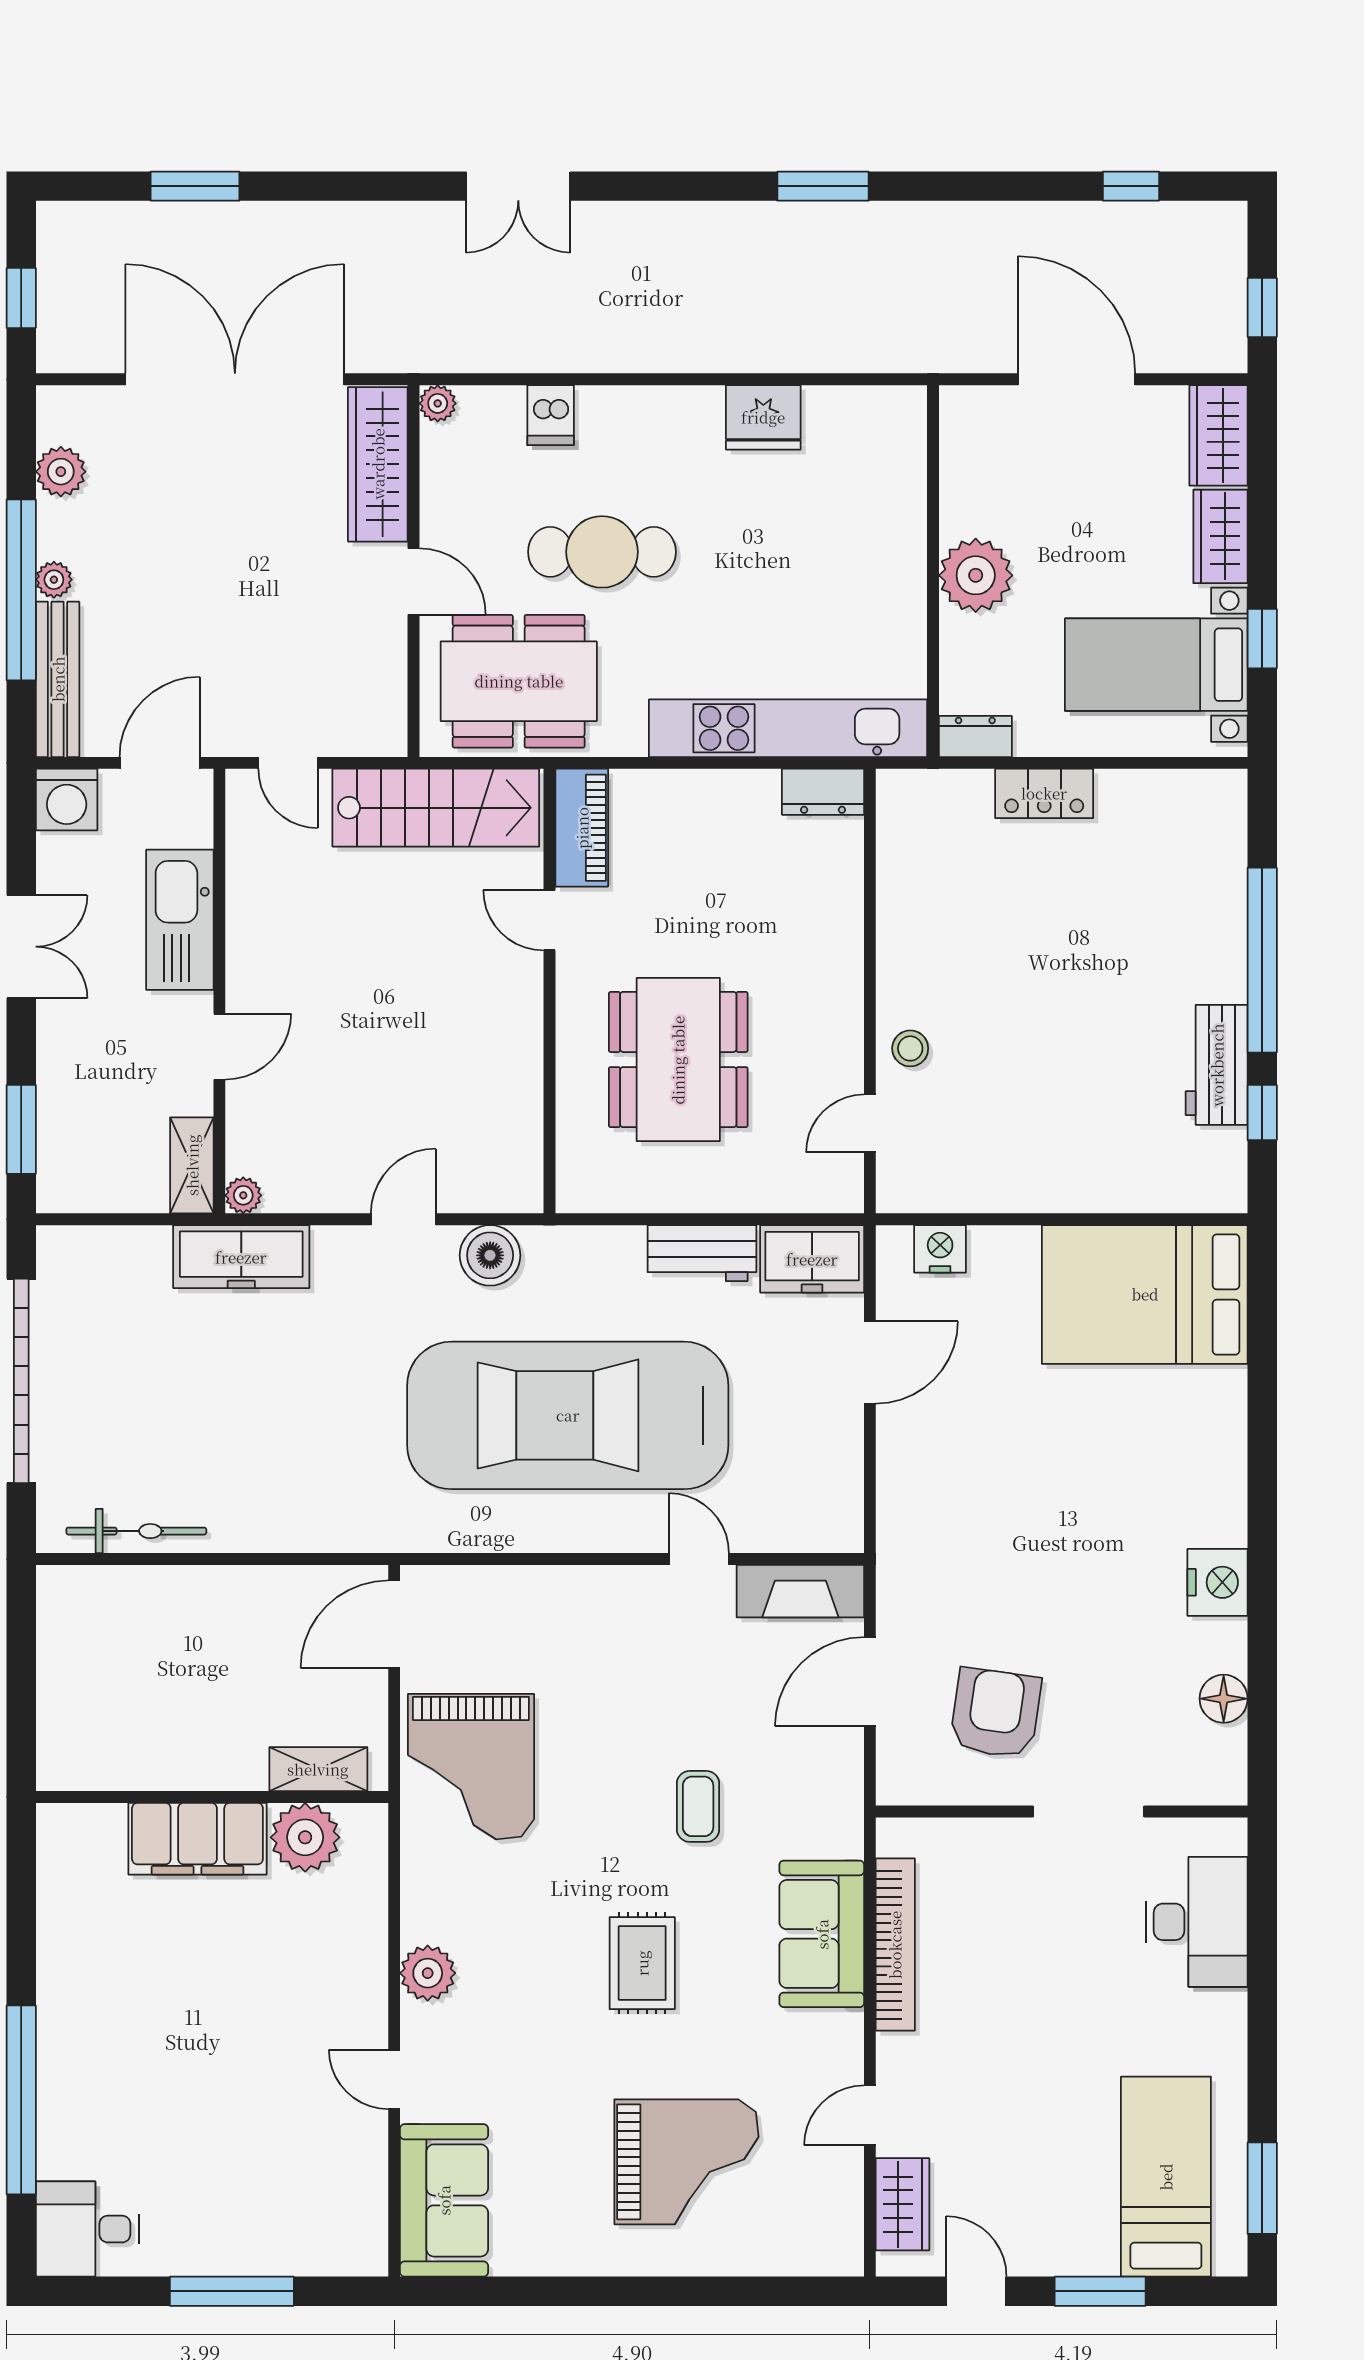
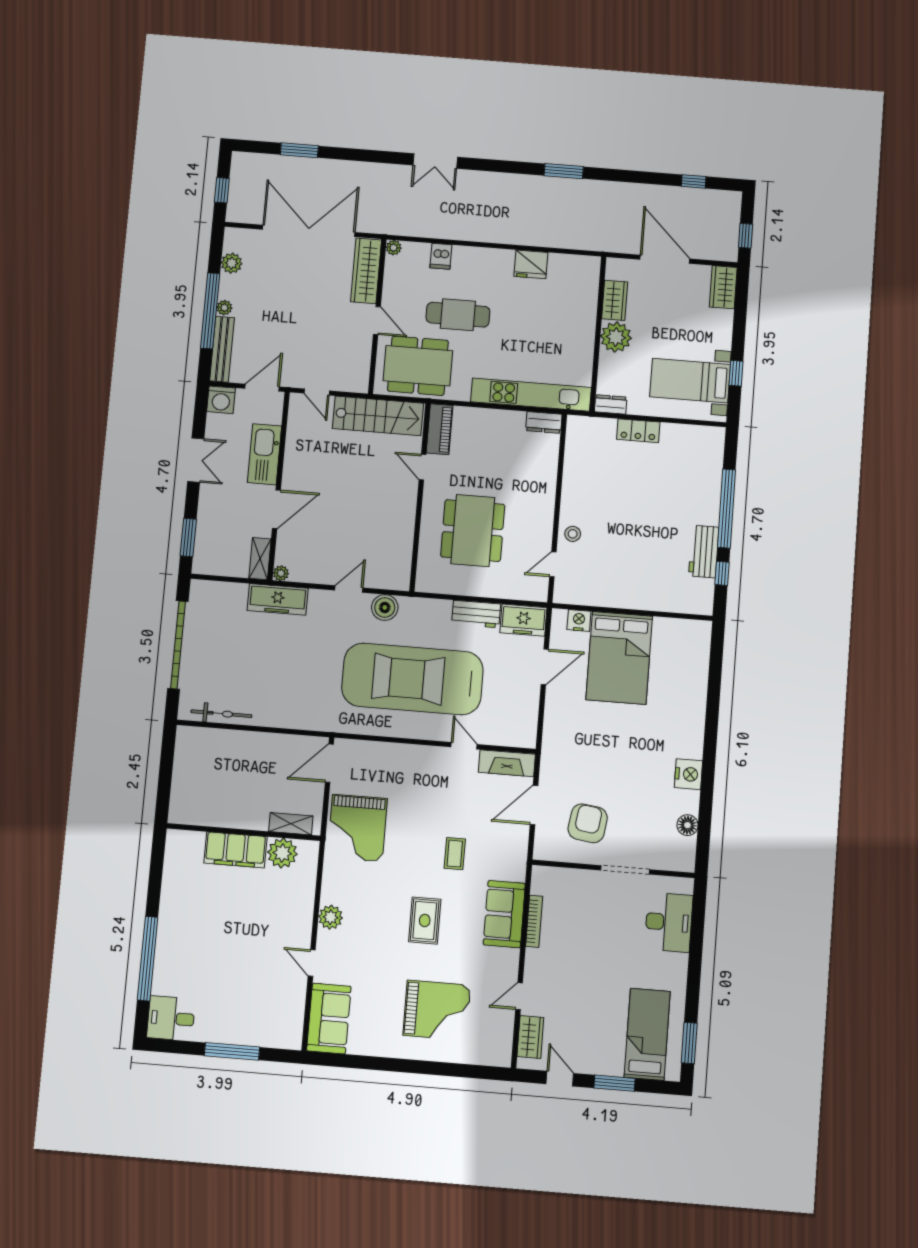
wardrobe: (1220, 536) -> (615, 300), moved, turned 180
door: (219, 1047) -> (276, 509), width x1.38
bed: (1145, 1294) -> (619, 658), moved, turned -90
bookcase: (895, 1945) -> (534, 921), width x0.68, depth x0.76

